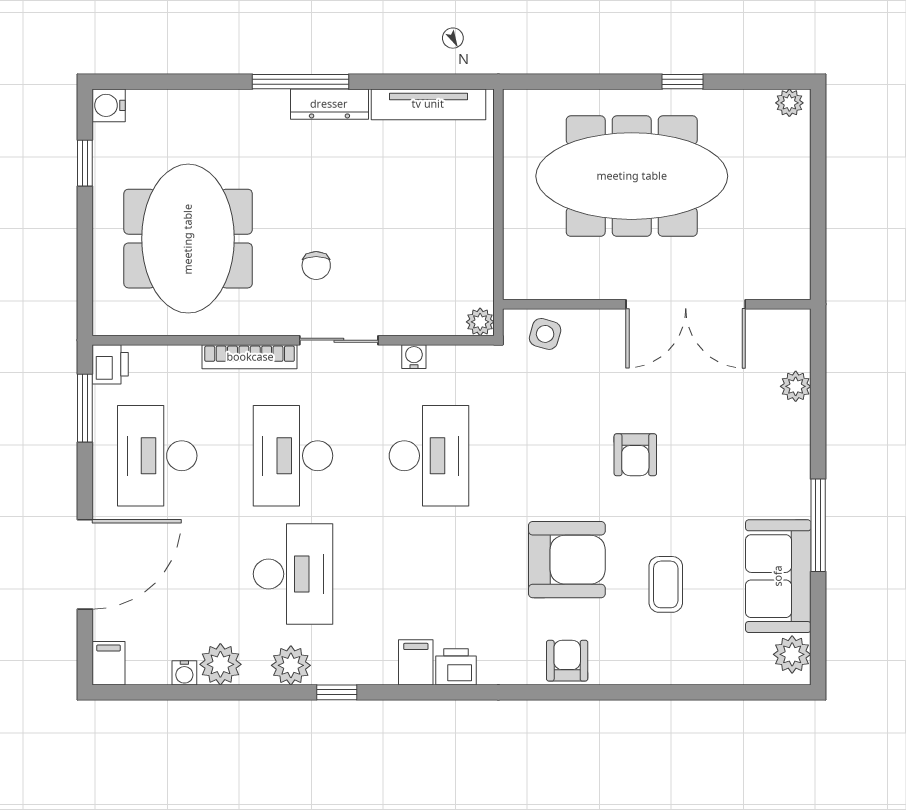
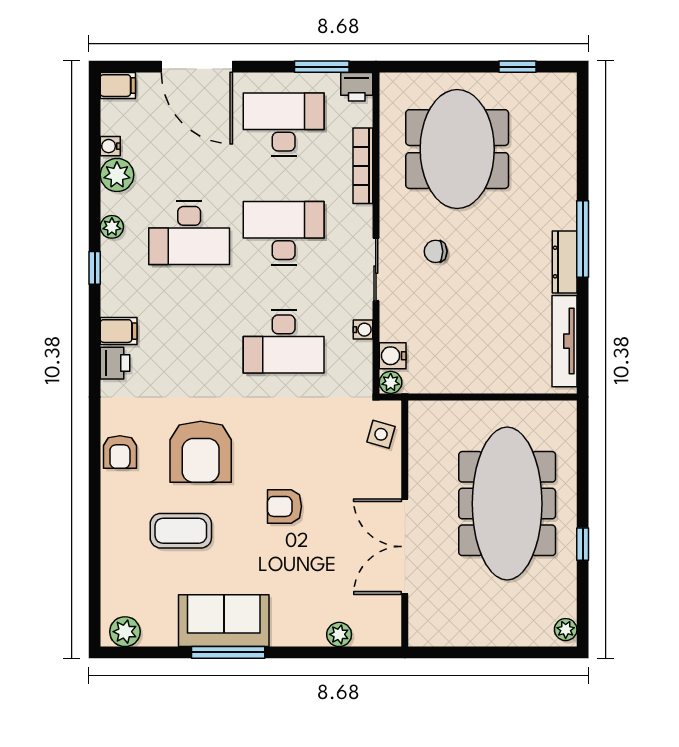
water cooler: (109, 105) -> (393, 356), moved, turned -90
meeting table: (188, 239) -> (457, 149), turned 90
bookcase: (250, 357) -> (363, 166), moved
sofa: (778, 576) -> (224, 621), moved
coffee table: (666, 584) -> (181, 531), width x1.36, depth x1.30
armchair: (567, 661) -> (120, 452), turned 90
plant: (291, 665) -> (112, 227), width x0.73, depth x0.73

